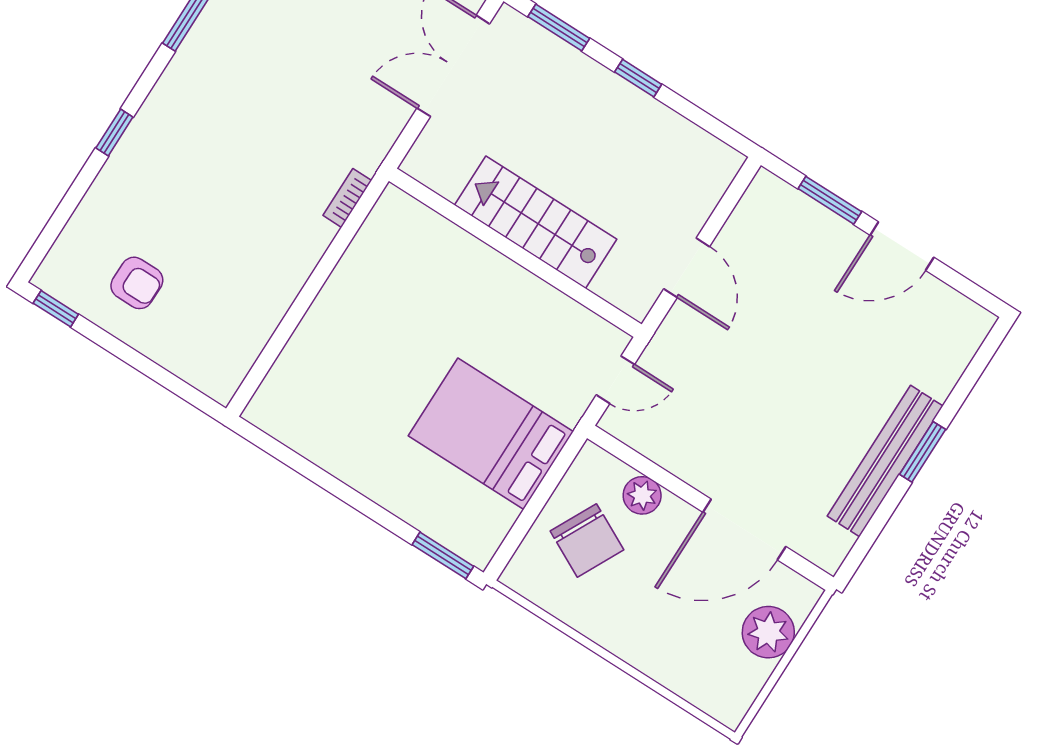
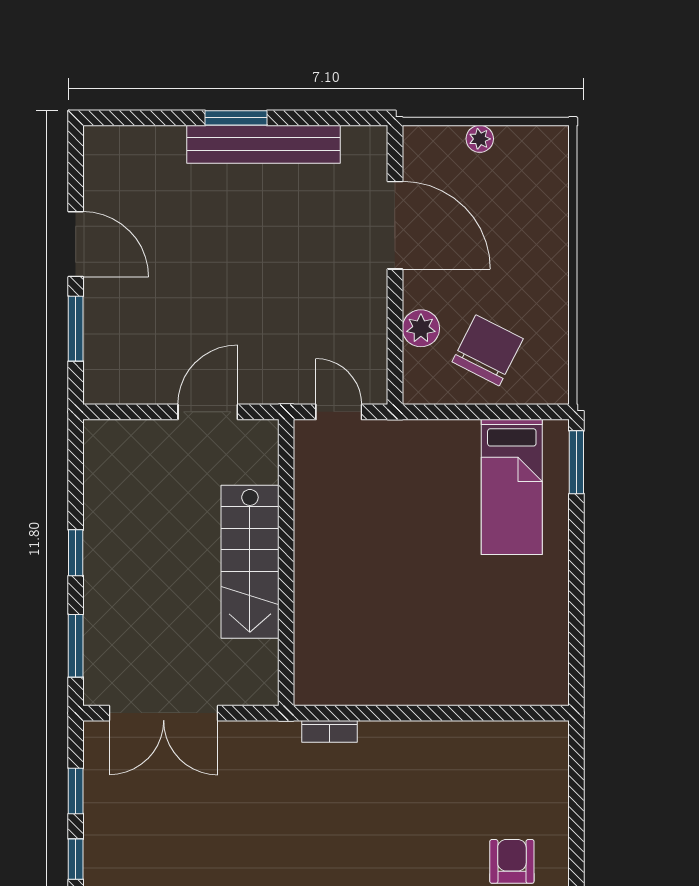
bed: (491, 434) -> (512, 487), moved, width x0.67
plant: (768, 632) -> (480, 139), width x0.53, depth x0.53

